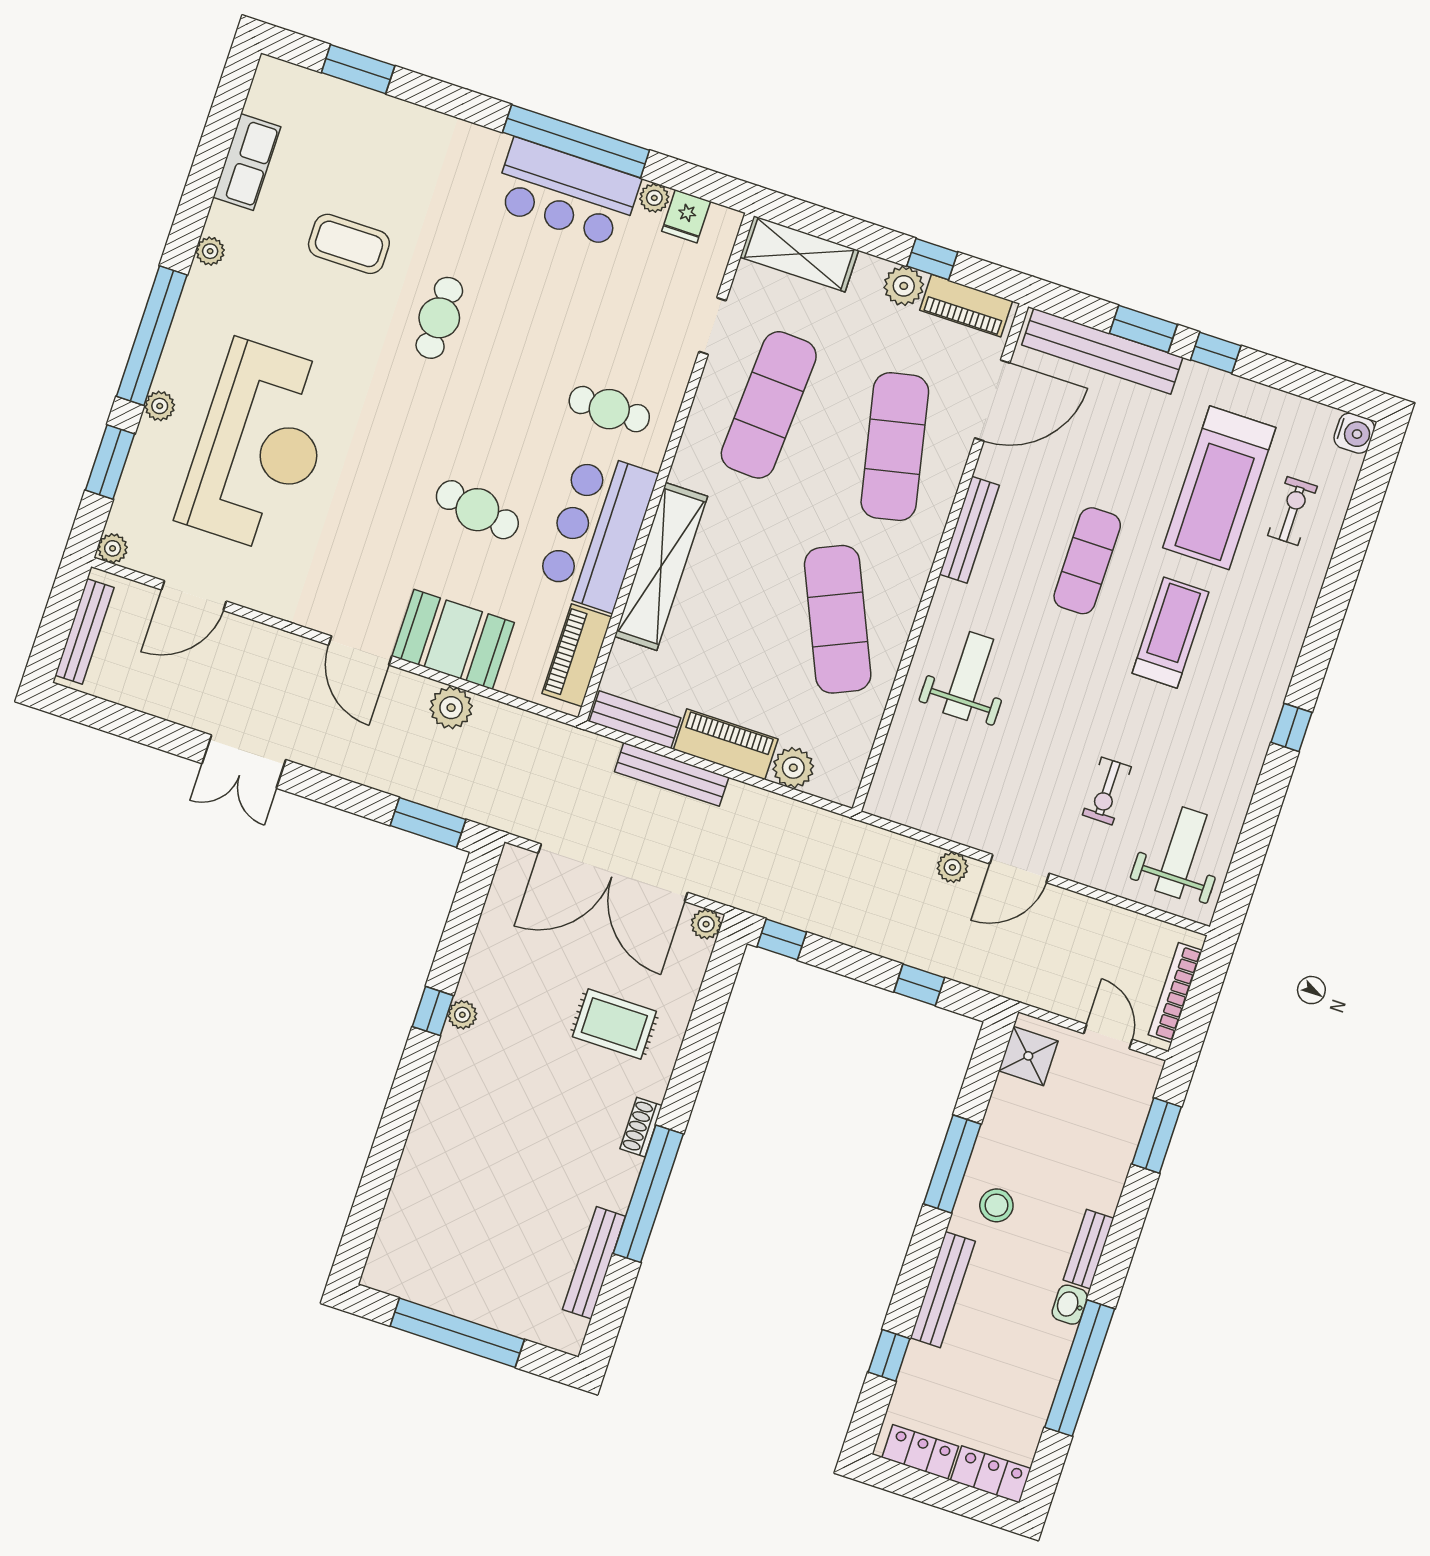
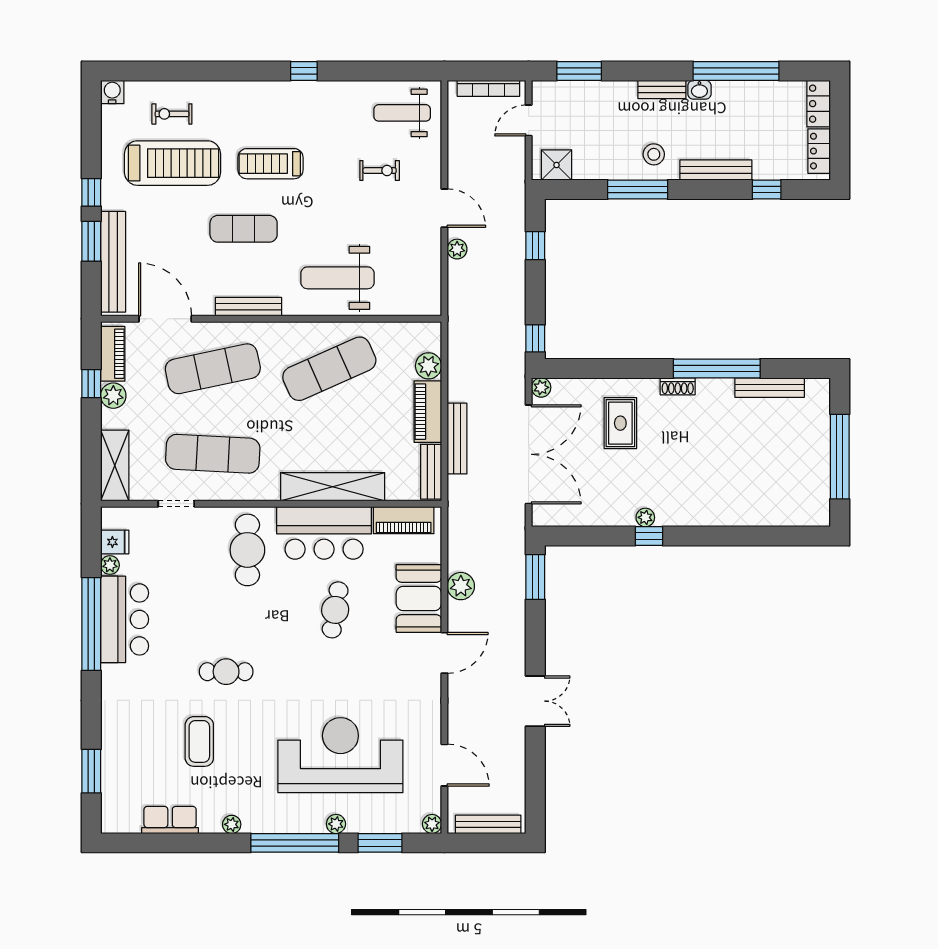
cafe table: (609, 409) -> (247, 550), width x1.37, depth x1.35
weight bench: (968, 676) -> (337, 278), width x1.36, depth x1.33

